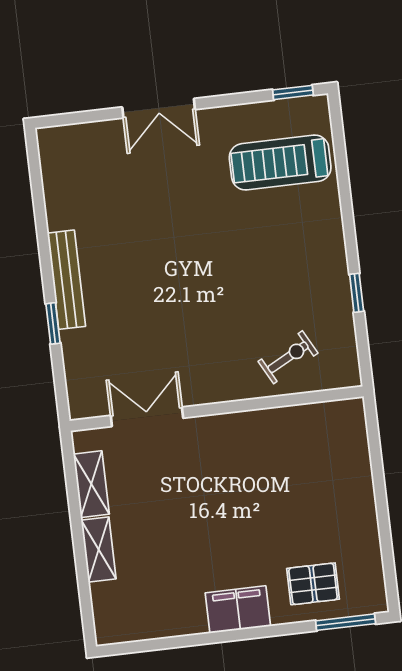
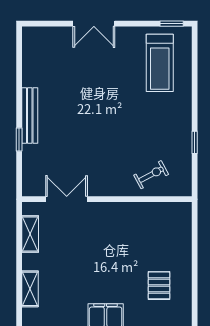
treadmill: (280, 163) -> (160, 63), turned -90
shelving: (99, 549) -> (30, 289), moved
pallet: (313, 584) -> (159, 285), moved, turned 90

